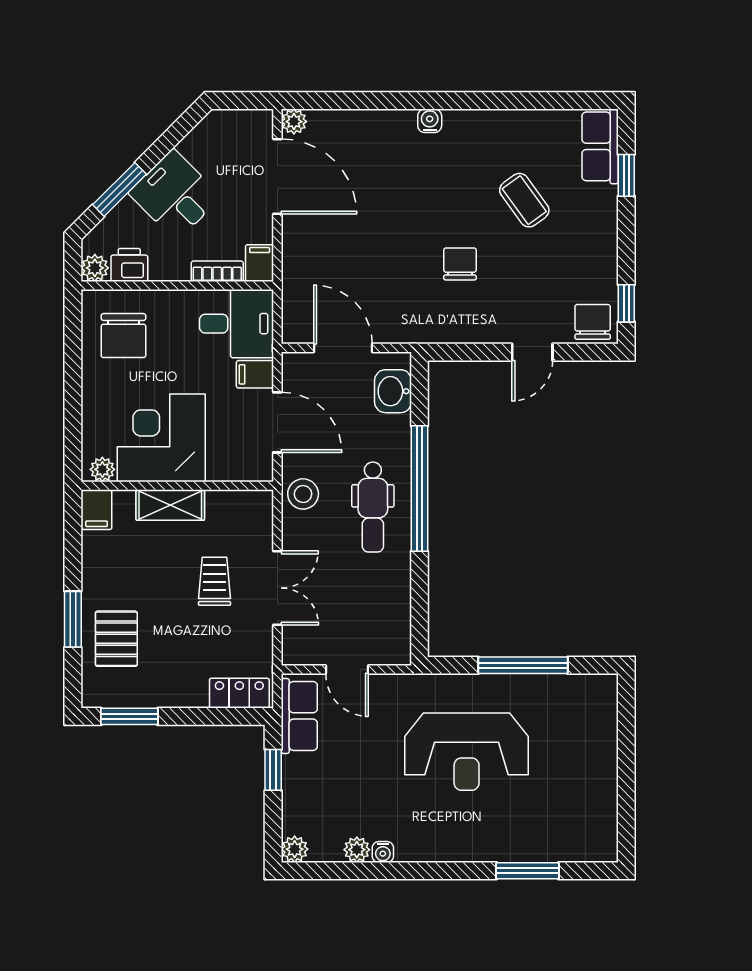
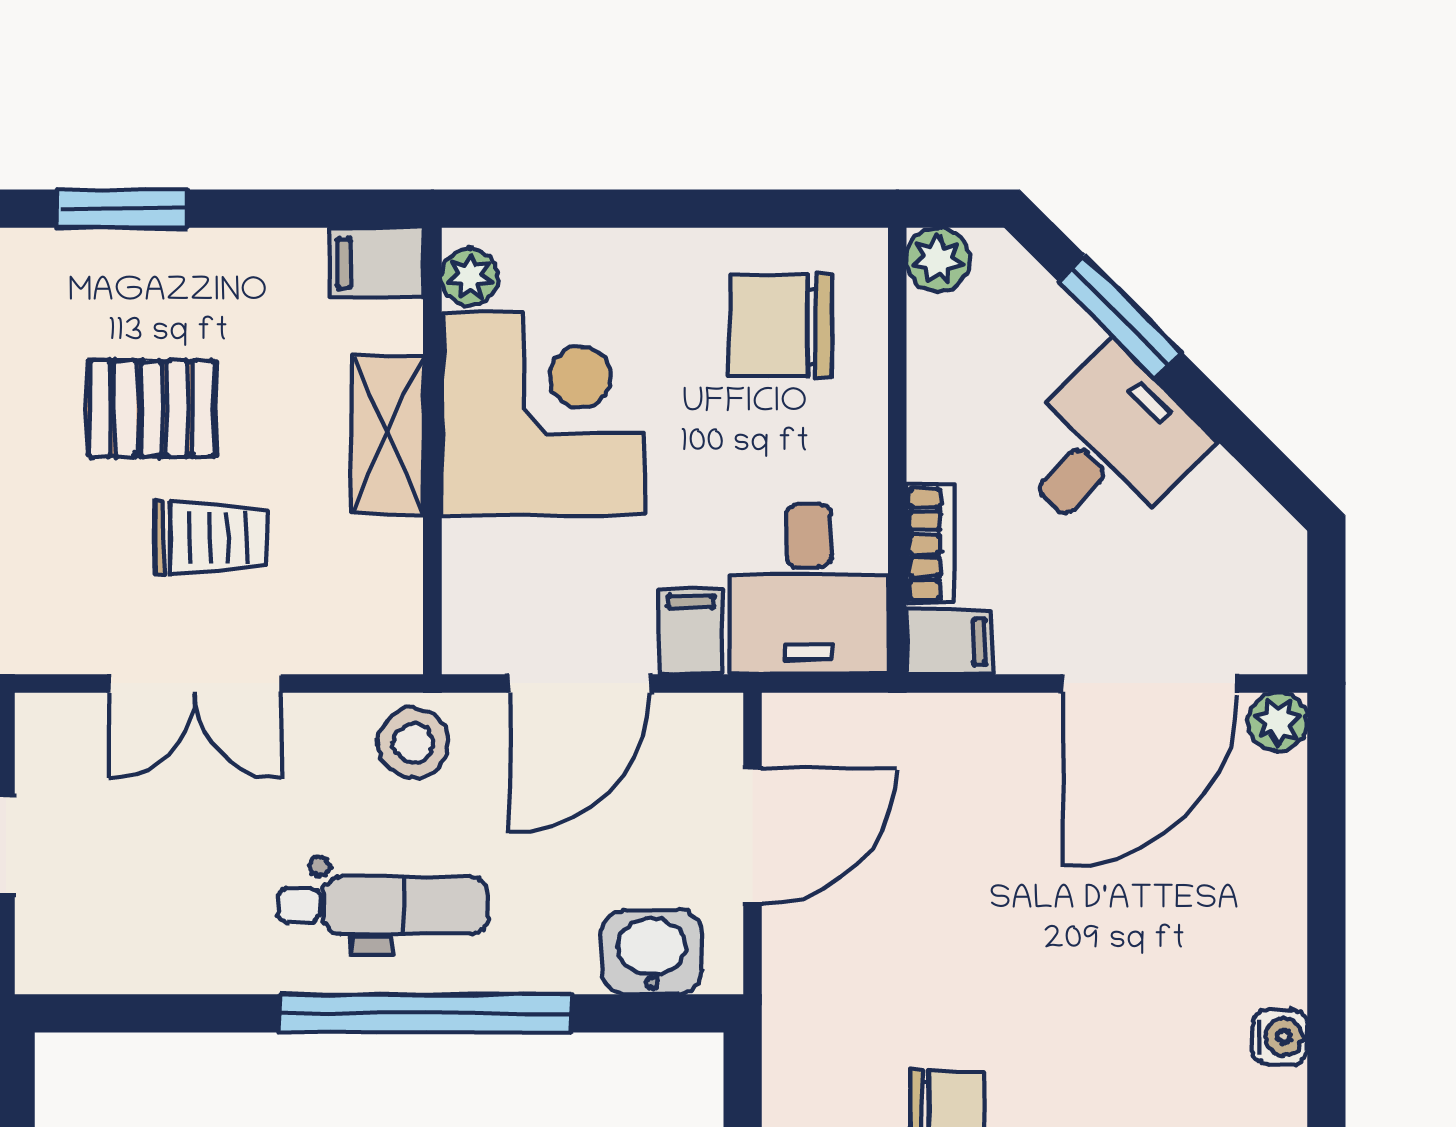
printer: (129, 265) -> (945, 340), removed
dental chair: (373, 507) -> (383, 905), turned 180
pallet: (116, 639) -> (151, 409), moved

